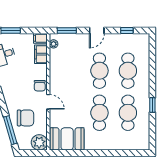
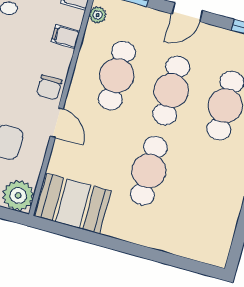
filing cabinet: (41, 54) -> (65, 37), width x0.50
cafe table: (128, 113) -> (117, 75), moved

